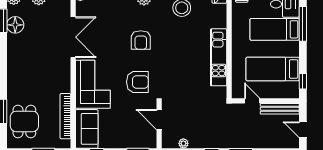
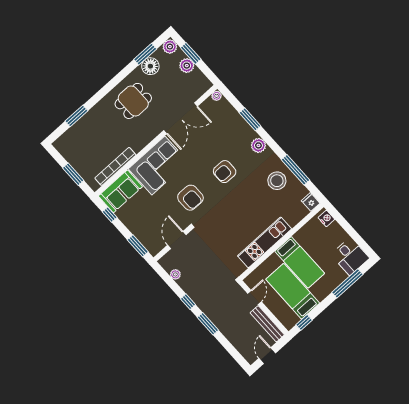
bed: (275, 29) -> (300, 262), moved, turned 180
dining table: (24, 121) -> (133, 101), moved

